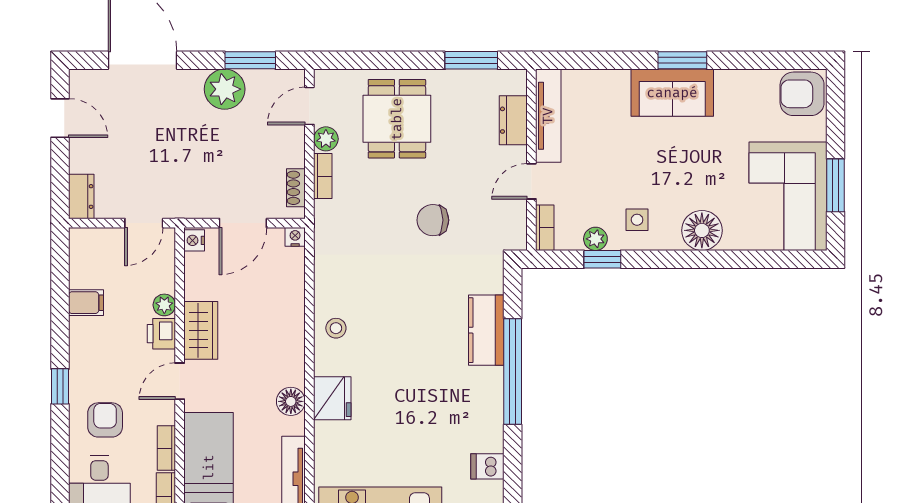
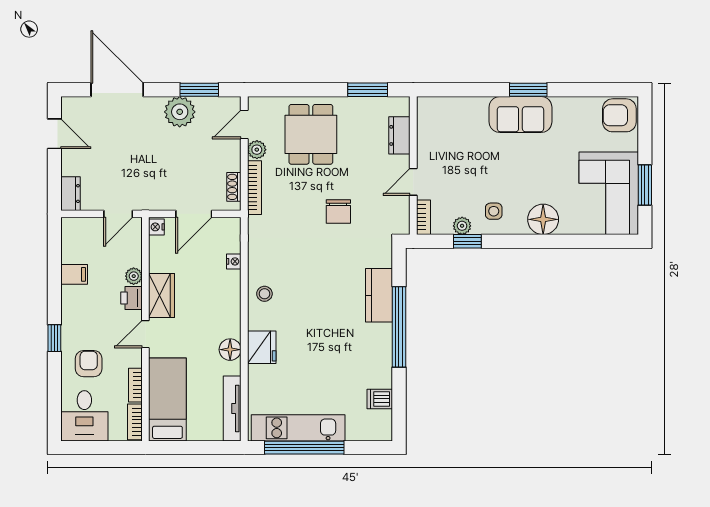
tv unit: (548, 116) -> (426, 132), removed
bookcase: (323, 176) -> (254, 188), width x1.56
chair: (433, 220) -> (338, 211), turned -90
nightstand: (295, 237) -> (234, 261), moved, turned 90

